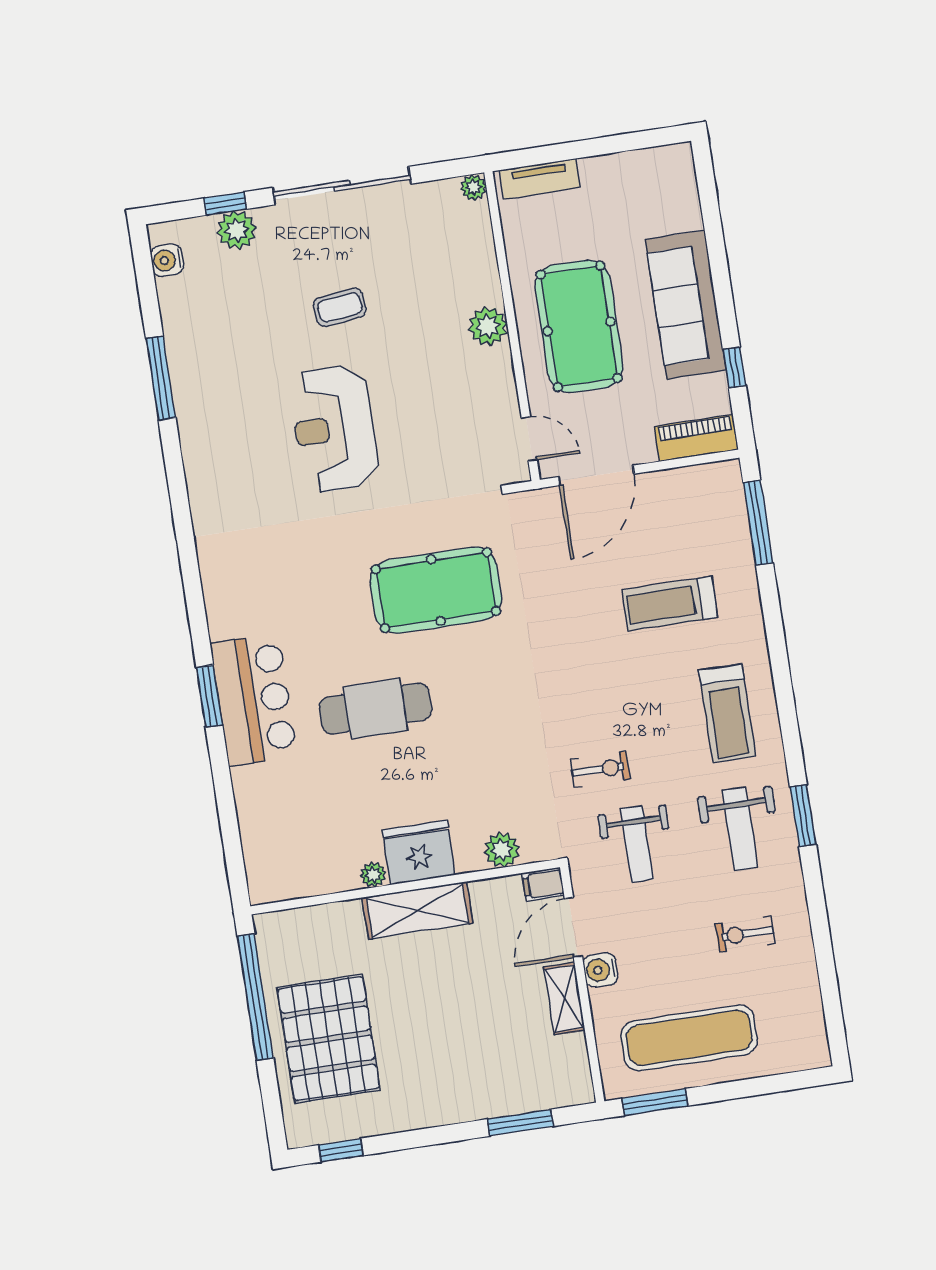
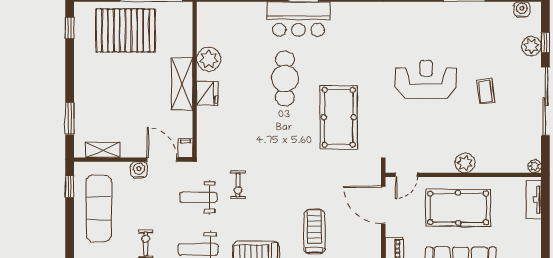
plant: (502, 850) -> (206, 130), removed
fridge: (419, 853) -> (207, 93), width x0.73, depth x0.75
plant: (373, 875) -> (209, 59), width x1.87, depth x1.87
shelving: (564, 999) -> (103, 150), moved
window: (655, 1102) -> (70, 187), width x0.67

